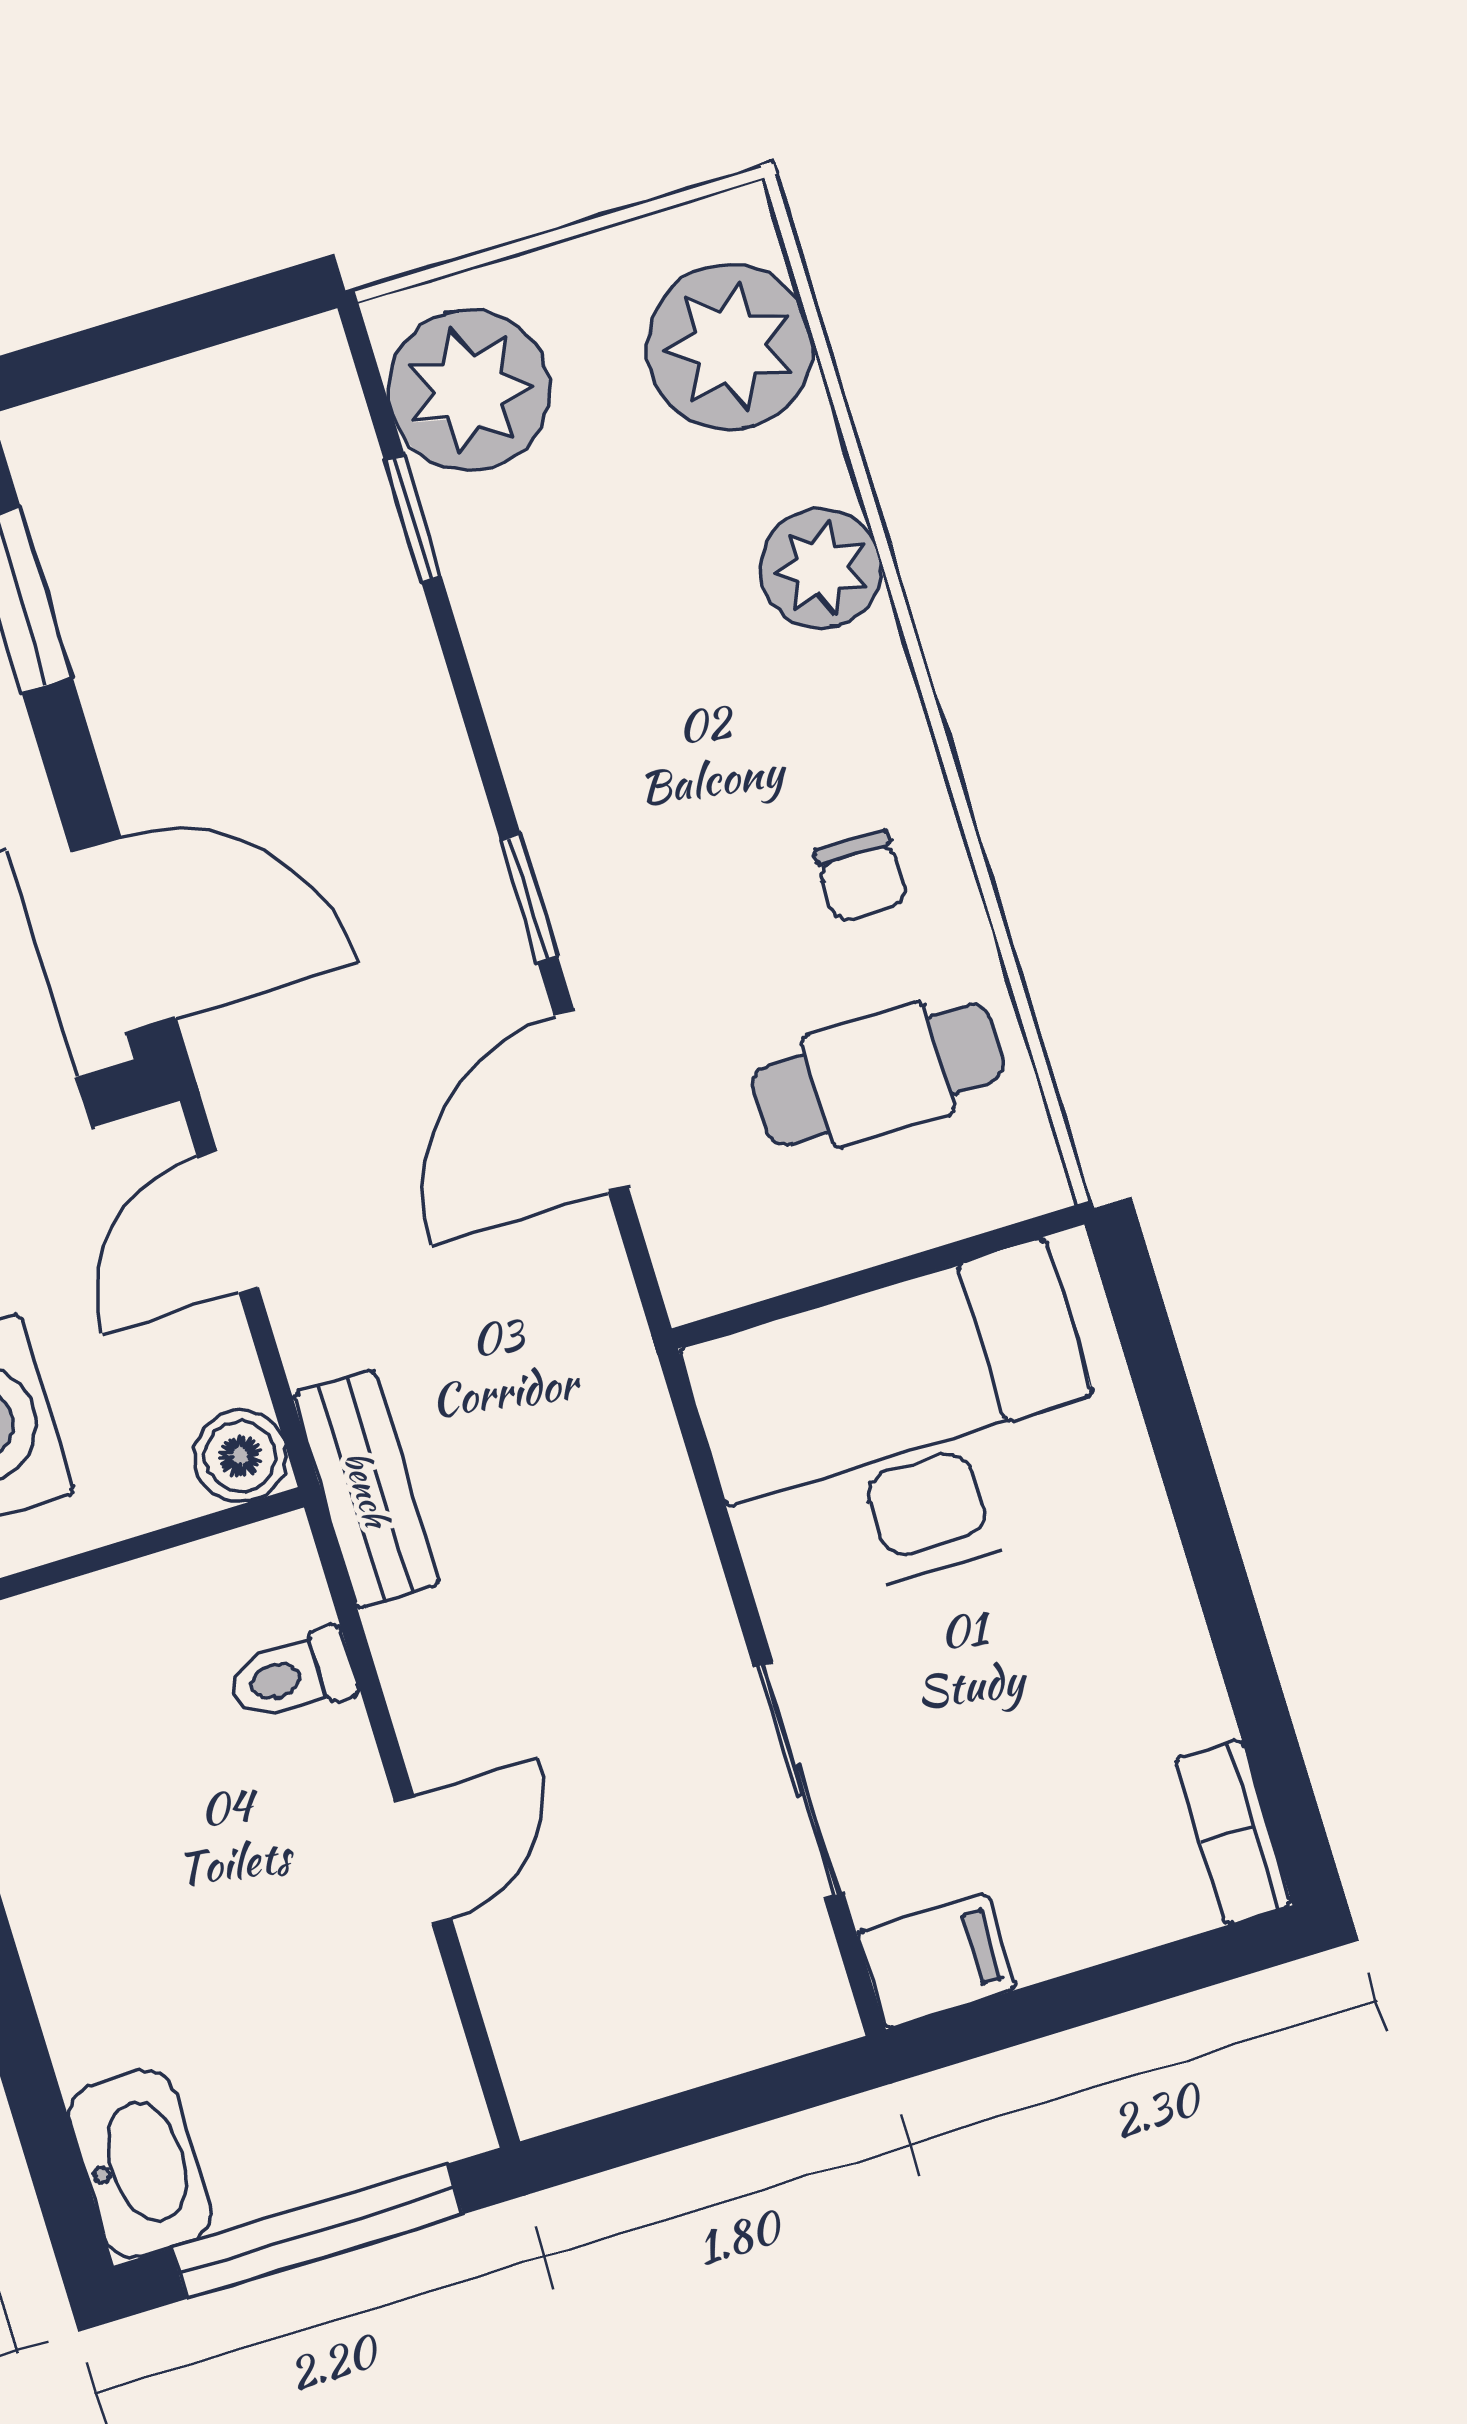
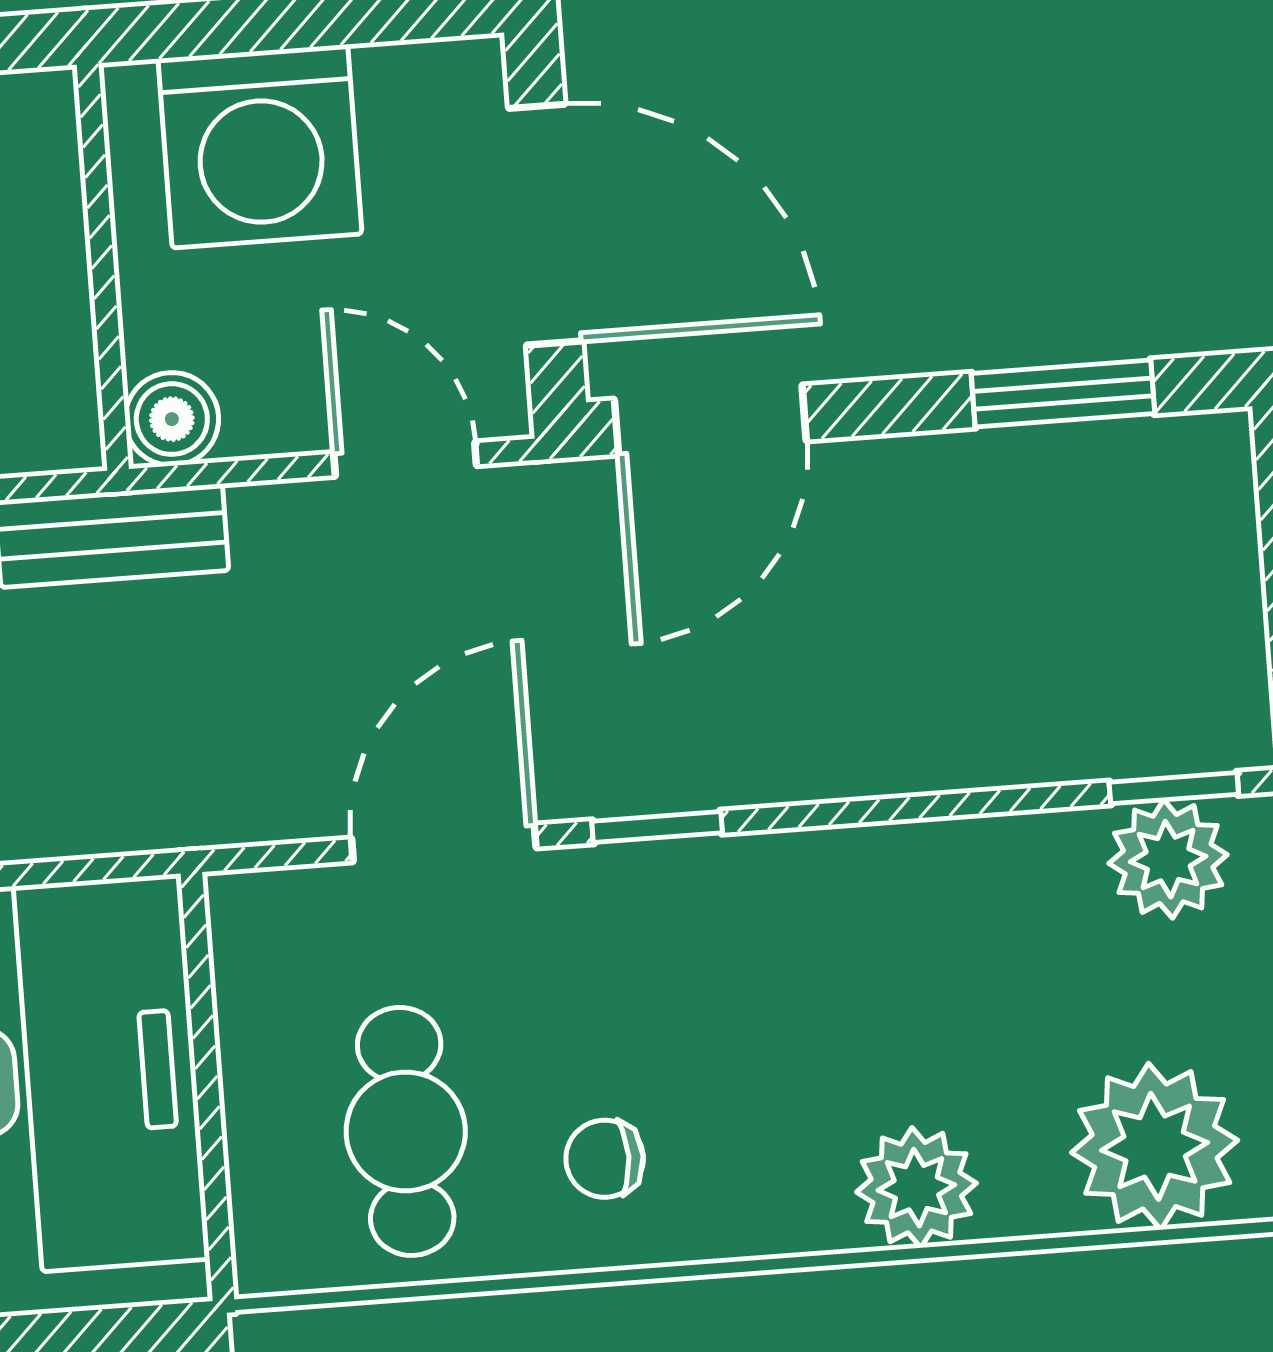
plant: (469, 390) -> (1168, 859), width x0.73, depth x0.73
window: (413, 518) -> (1174, 788), moved
door: (591, 1101) -> (444, 843), hinge flipped

